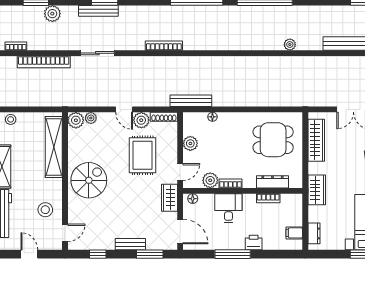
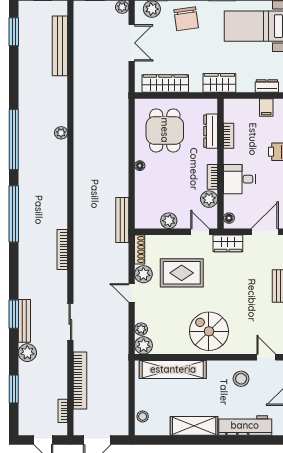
plant: (52, 14) -> (27, 353), moved
plant: (290, 45) -> (61, 133), moved
door: (124, 109) -> (132, 293), swing flipped
floor lamp: (212, 117) -> (140, 166), moved

